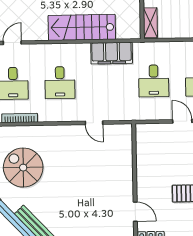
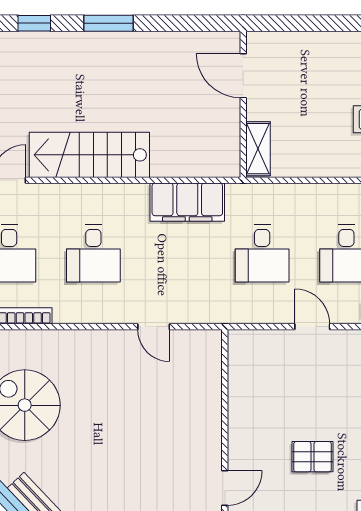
stairs: (82, 27) -> (89, 155), moved
door: (135, 212) -> (225, 488), hinge flipped

